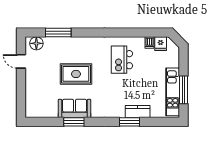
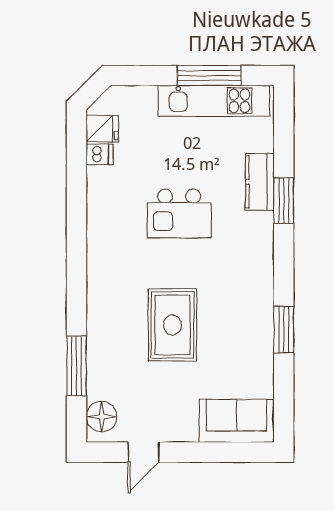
kitchen island: (122, 60) -> (179, 213), moved
sofa: (74, 108) -> (237, 421), moved, turned 90

